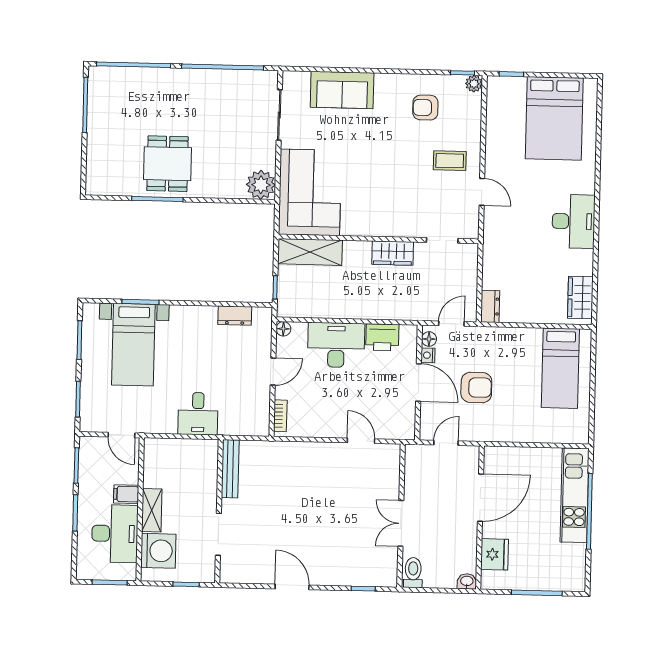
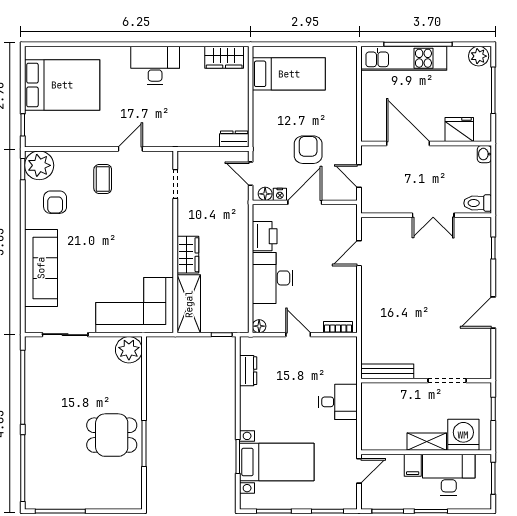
plant: (474, 84) -> (39, 165), width x1.88, depth x1.88
sofa: (342, 90) -> (41, 268), width x1.36
wardrobe: (393, 253) -> (188, 255), moved
plant: (575, 578) -> (479, 56), added

